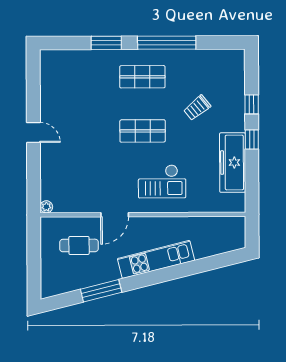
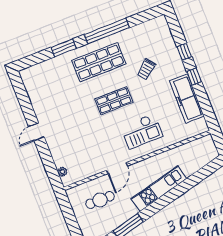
shop shelf: (142, 77) -> (99, 62), width x1.43, depth x1.36
door: (33, 132) -> (36, 132), swing flipped
plant: (46, 207) -> (62, 172), moved

